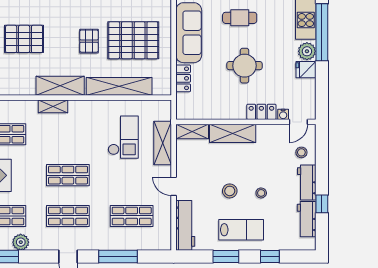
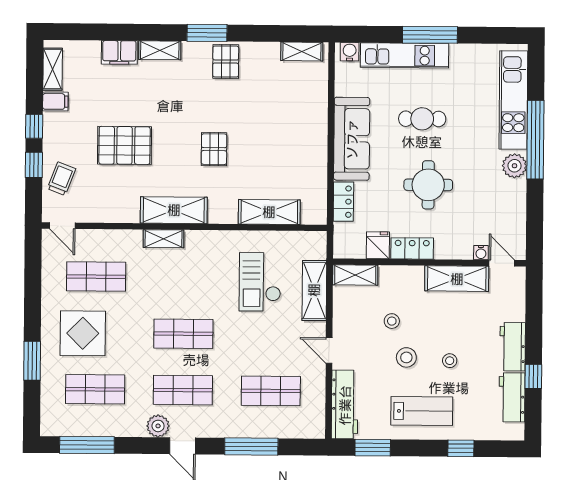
pallet: (133, 40) -> (275, 148), removed
fridge: (306, 70) -> (378, 245), moved, turned 90
shelving: (119, 86) -> (269, 212), width x0.68
locker: (261, 112) -> (412, 248), moved
door: (298, 122) -> (502, 263), swing flipped
shelving: (233, 133) -> (457, 279), moved
checkout: (123, 137) -> (260, 282), turned 180
stool: (301, 152) -> (392, 321), moved
plant: (21, 242) -> (158, 426), moved
window: (226, 256) -> (373, 448), moved

